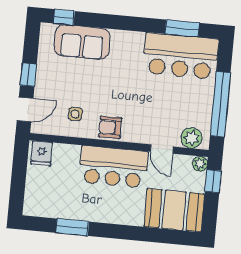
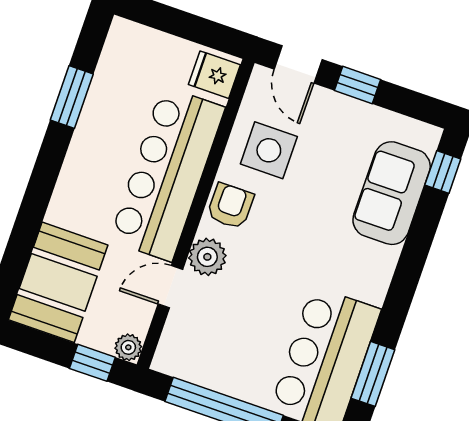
side table: (75, 114) -> (269, 150), width x1.87, depth x1.87
plant: (191, 138) -> (207, 257), moved
bar counter: (113, 167) -> (167, 174), width x1.36

